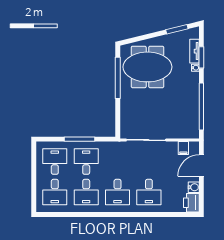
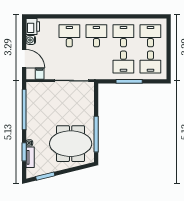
door: (201, 165) -> (24, 59), hinge flipped

